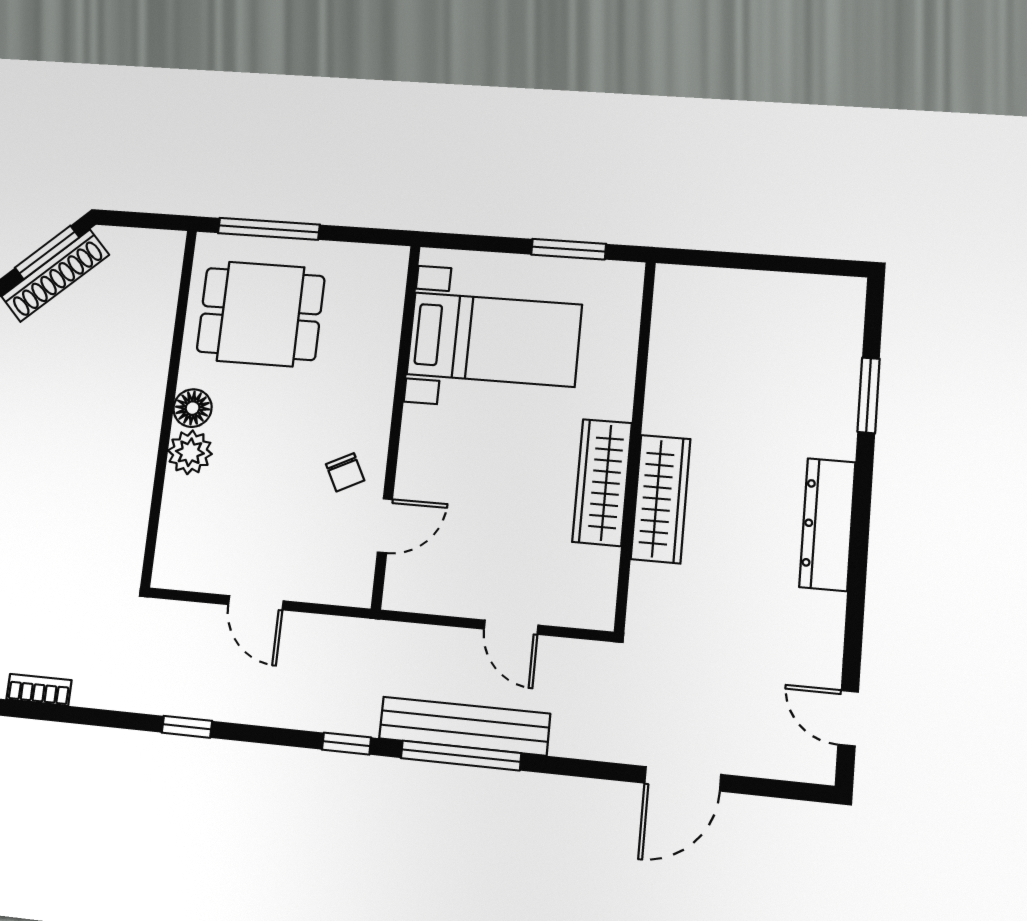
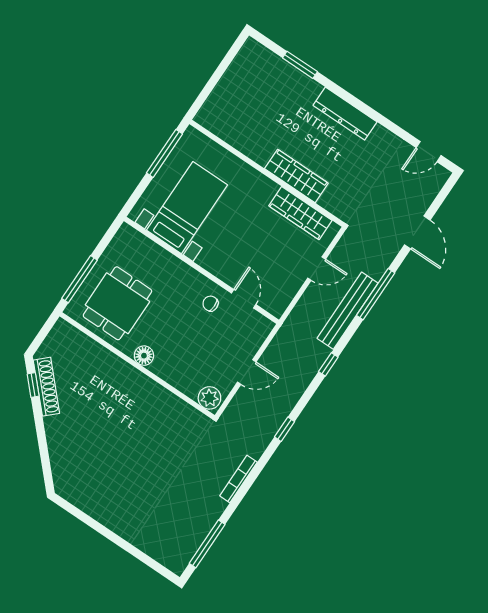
window: (569, 249) -> (164, 153), width x1.44
window: (47, 253) -> (33, 385), width x0.67
plant: (190, 452) -> (209, 398), moved
chair: (345, 472) -> (210, 304), turned -153
wardrobe: (602, 482) -> (300, 213), moved
bookcase: (39, 690) -> (238, 479), width x1.56
window: (461, 756) -> (376, 294), moved

